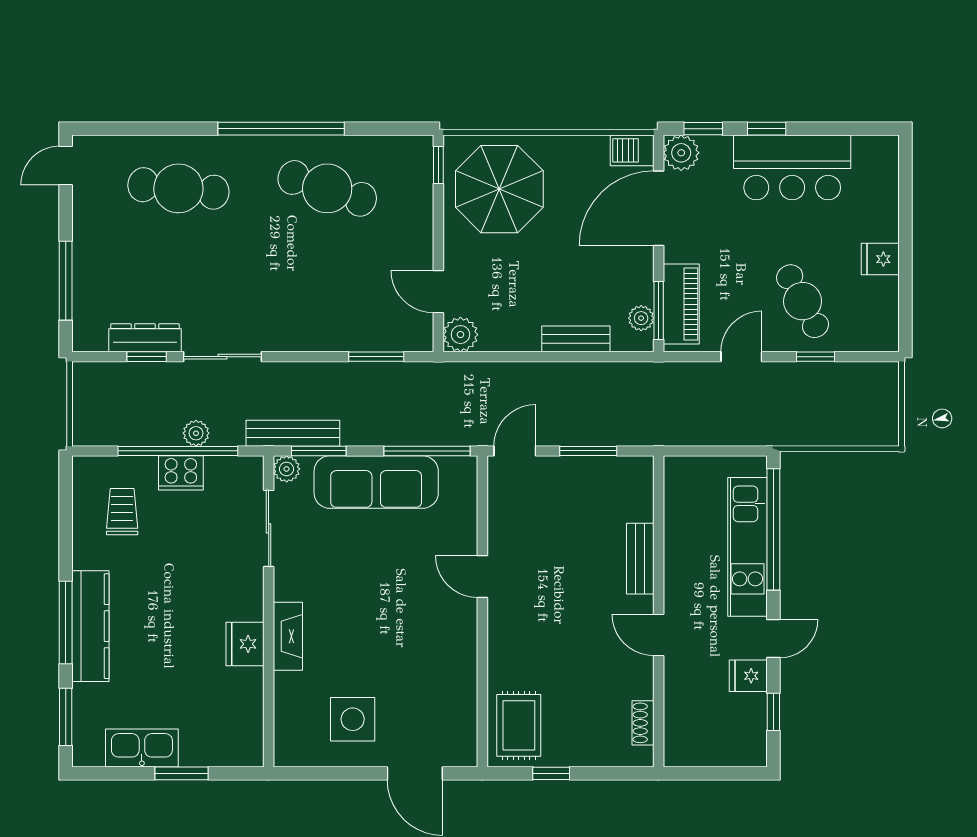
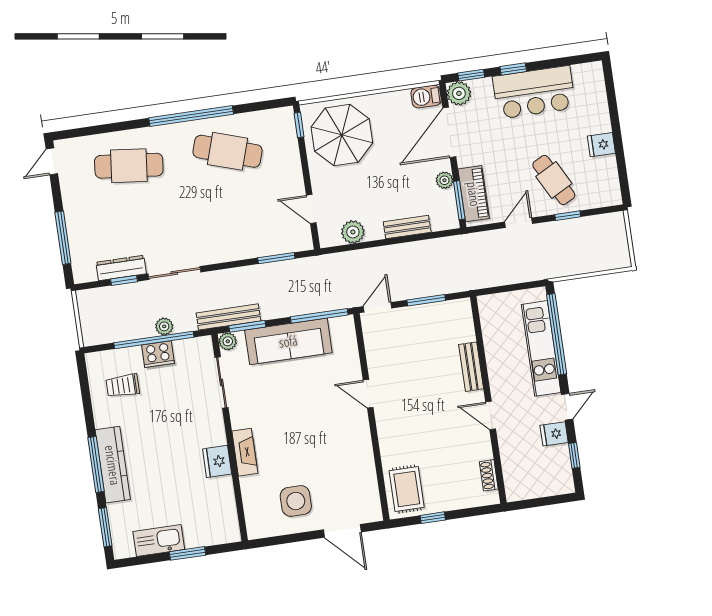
plant: (641, 318) -> (444, 180), moved
plant: (460, 335) -> (353, 232), moved
trolley: (122, 512) -> (123, 386), turned -90

